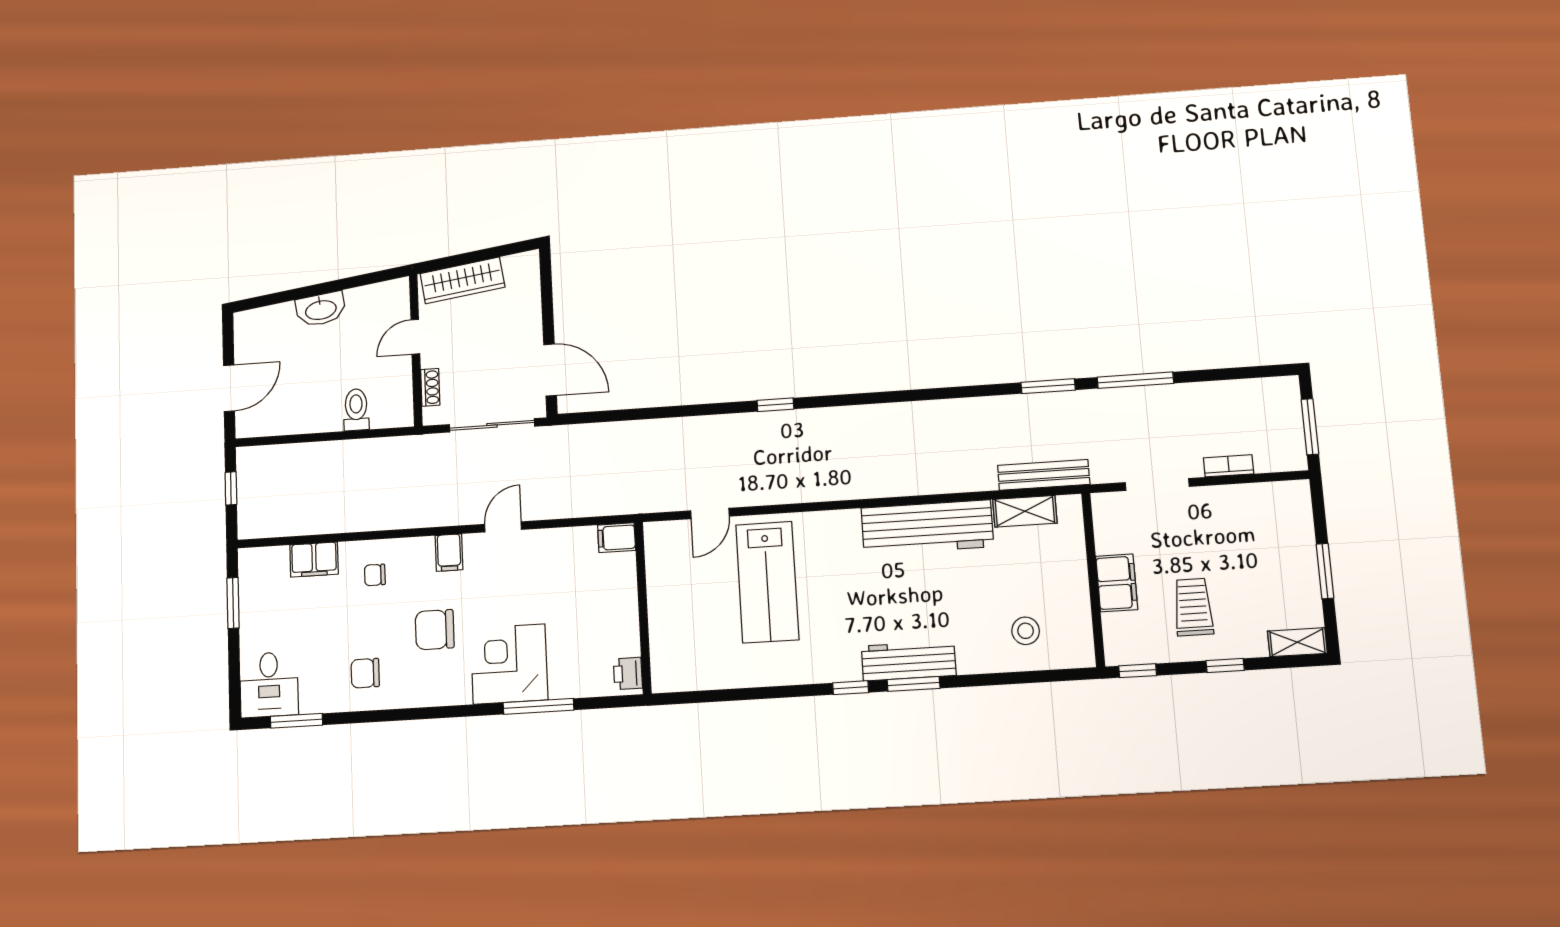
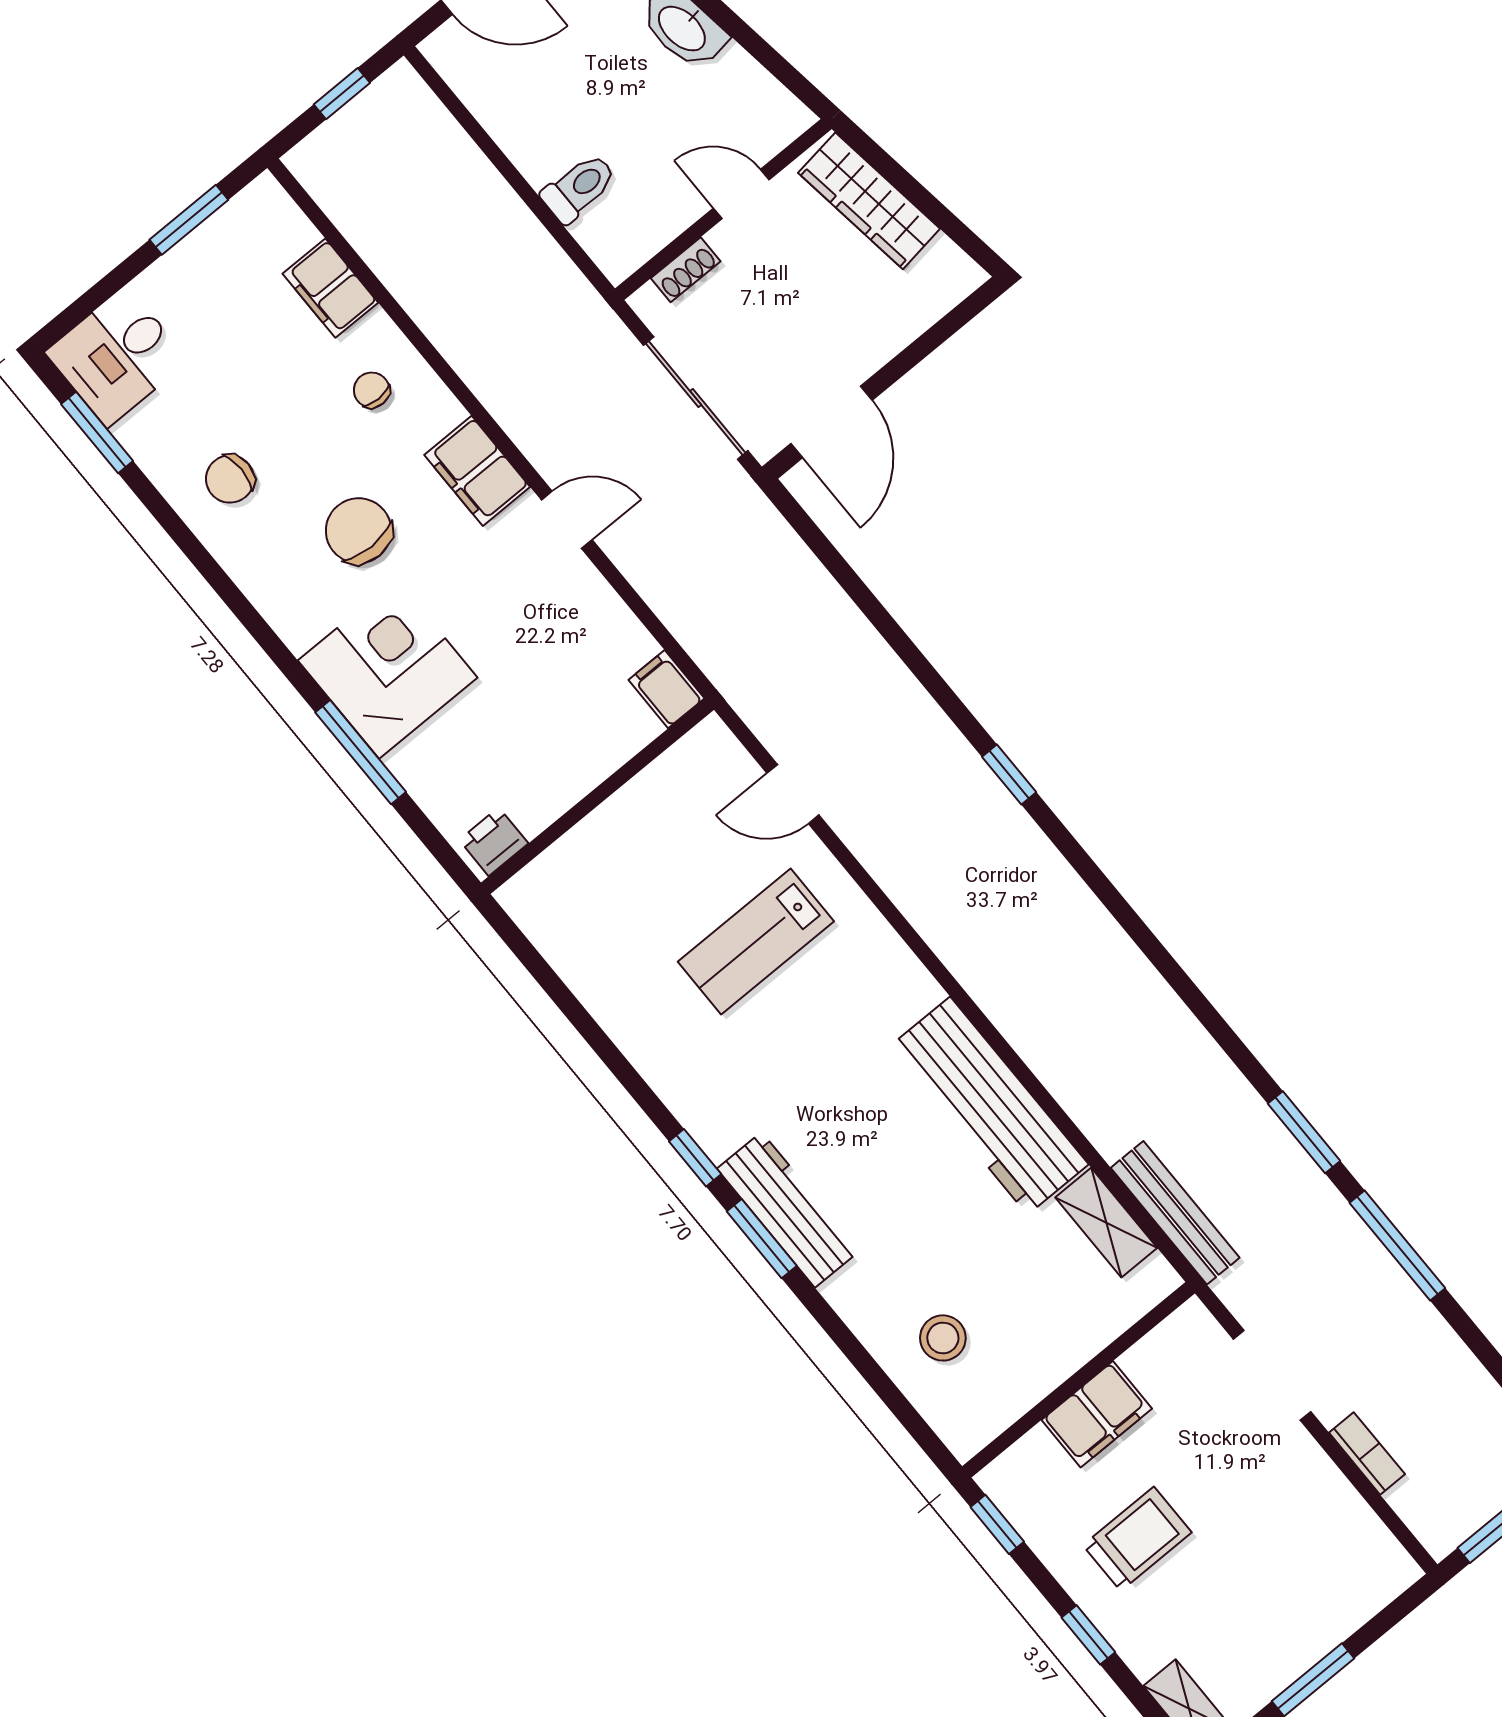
filing cabinet: (449, 553) -> (477, 471), width x2.00
lab bench: (767, 582) -> (756, 941), width x0.73, depth x0.72
chair: (365, 673) -> (230, 479), turned -90

